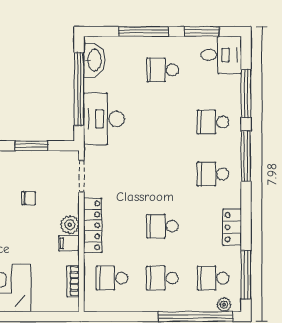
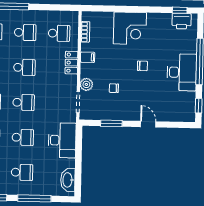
window: (79, 89) -> (78, 161), removed
school desk: (163, 122) -> (23, 137), added
school desk: (163, 174) -> (24, 102), added
plant: (70, 225) -> (86, 84), moved
locker: (93, 225) -> (71, 63), width x0.66

